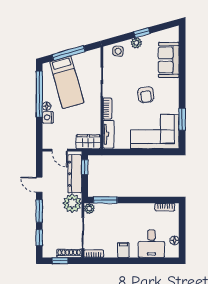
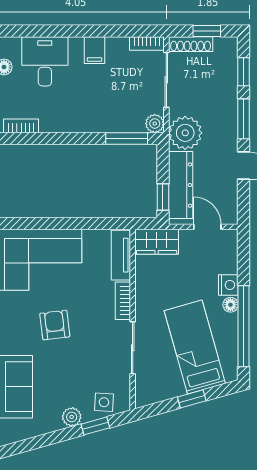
window: (142, 32) -> (95, 426), moved
window: (69, 53) -> (192, 399), width x0.46

